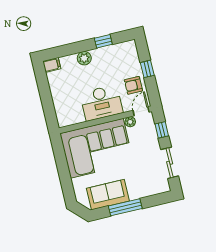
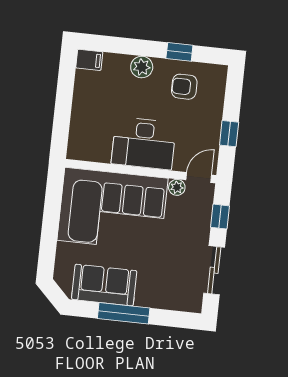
window: (147, 69) -> (229, 134), moved
armchair: (133, 85) -> (184, 87), moved

